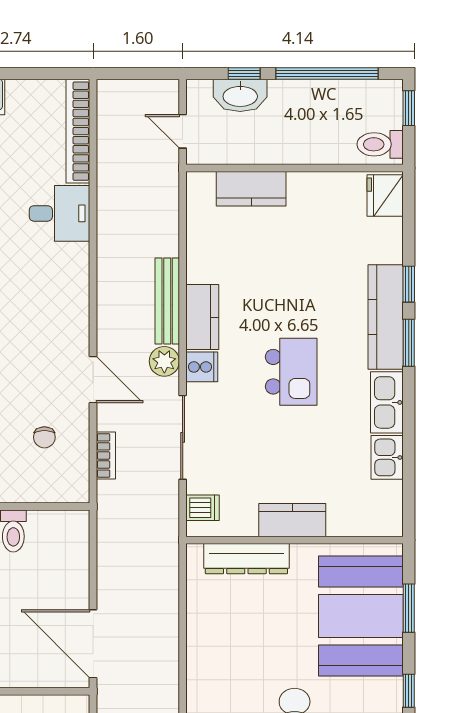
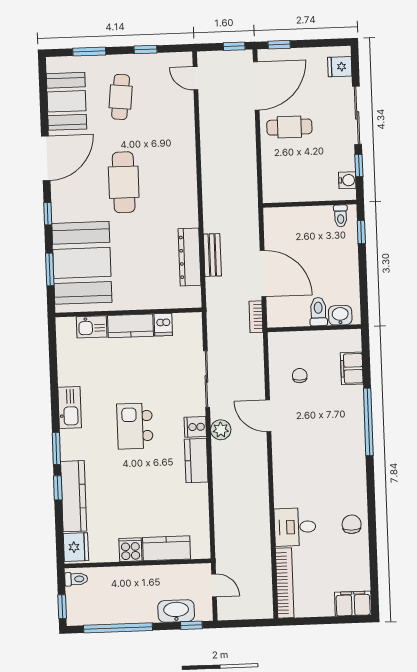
window: (244, 73) -> (191, 625), moved
toilet: (380, 144) -> (76, 579), width x0.73, depth x0.72
cooker: (304, 189) -> (130, 550), added
bench: (167, 301) -> (212, 255), moved, width x0.73
kitchen counter: (386, 317) -> (74, 496), moved
bookcase: (106, 455) -> (256, 317), moved
kitchen sink: (387, 457) -> (92, 327), moved, turned 90
dishwasher: (203, 508) -> (163, 325), moved, turned -90
dresser: (246, 559) -> (189, 257), moved, turned -90
door: (93, 644) -> (263, 274), moved

